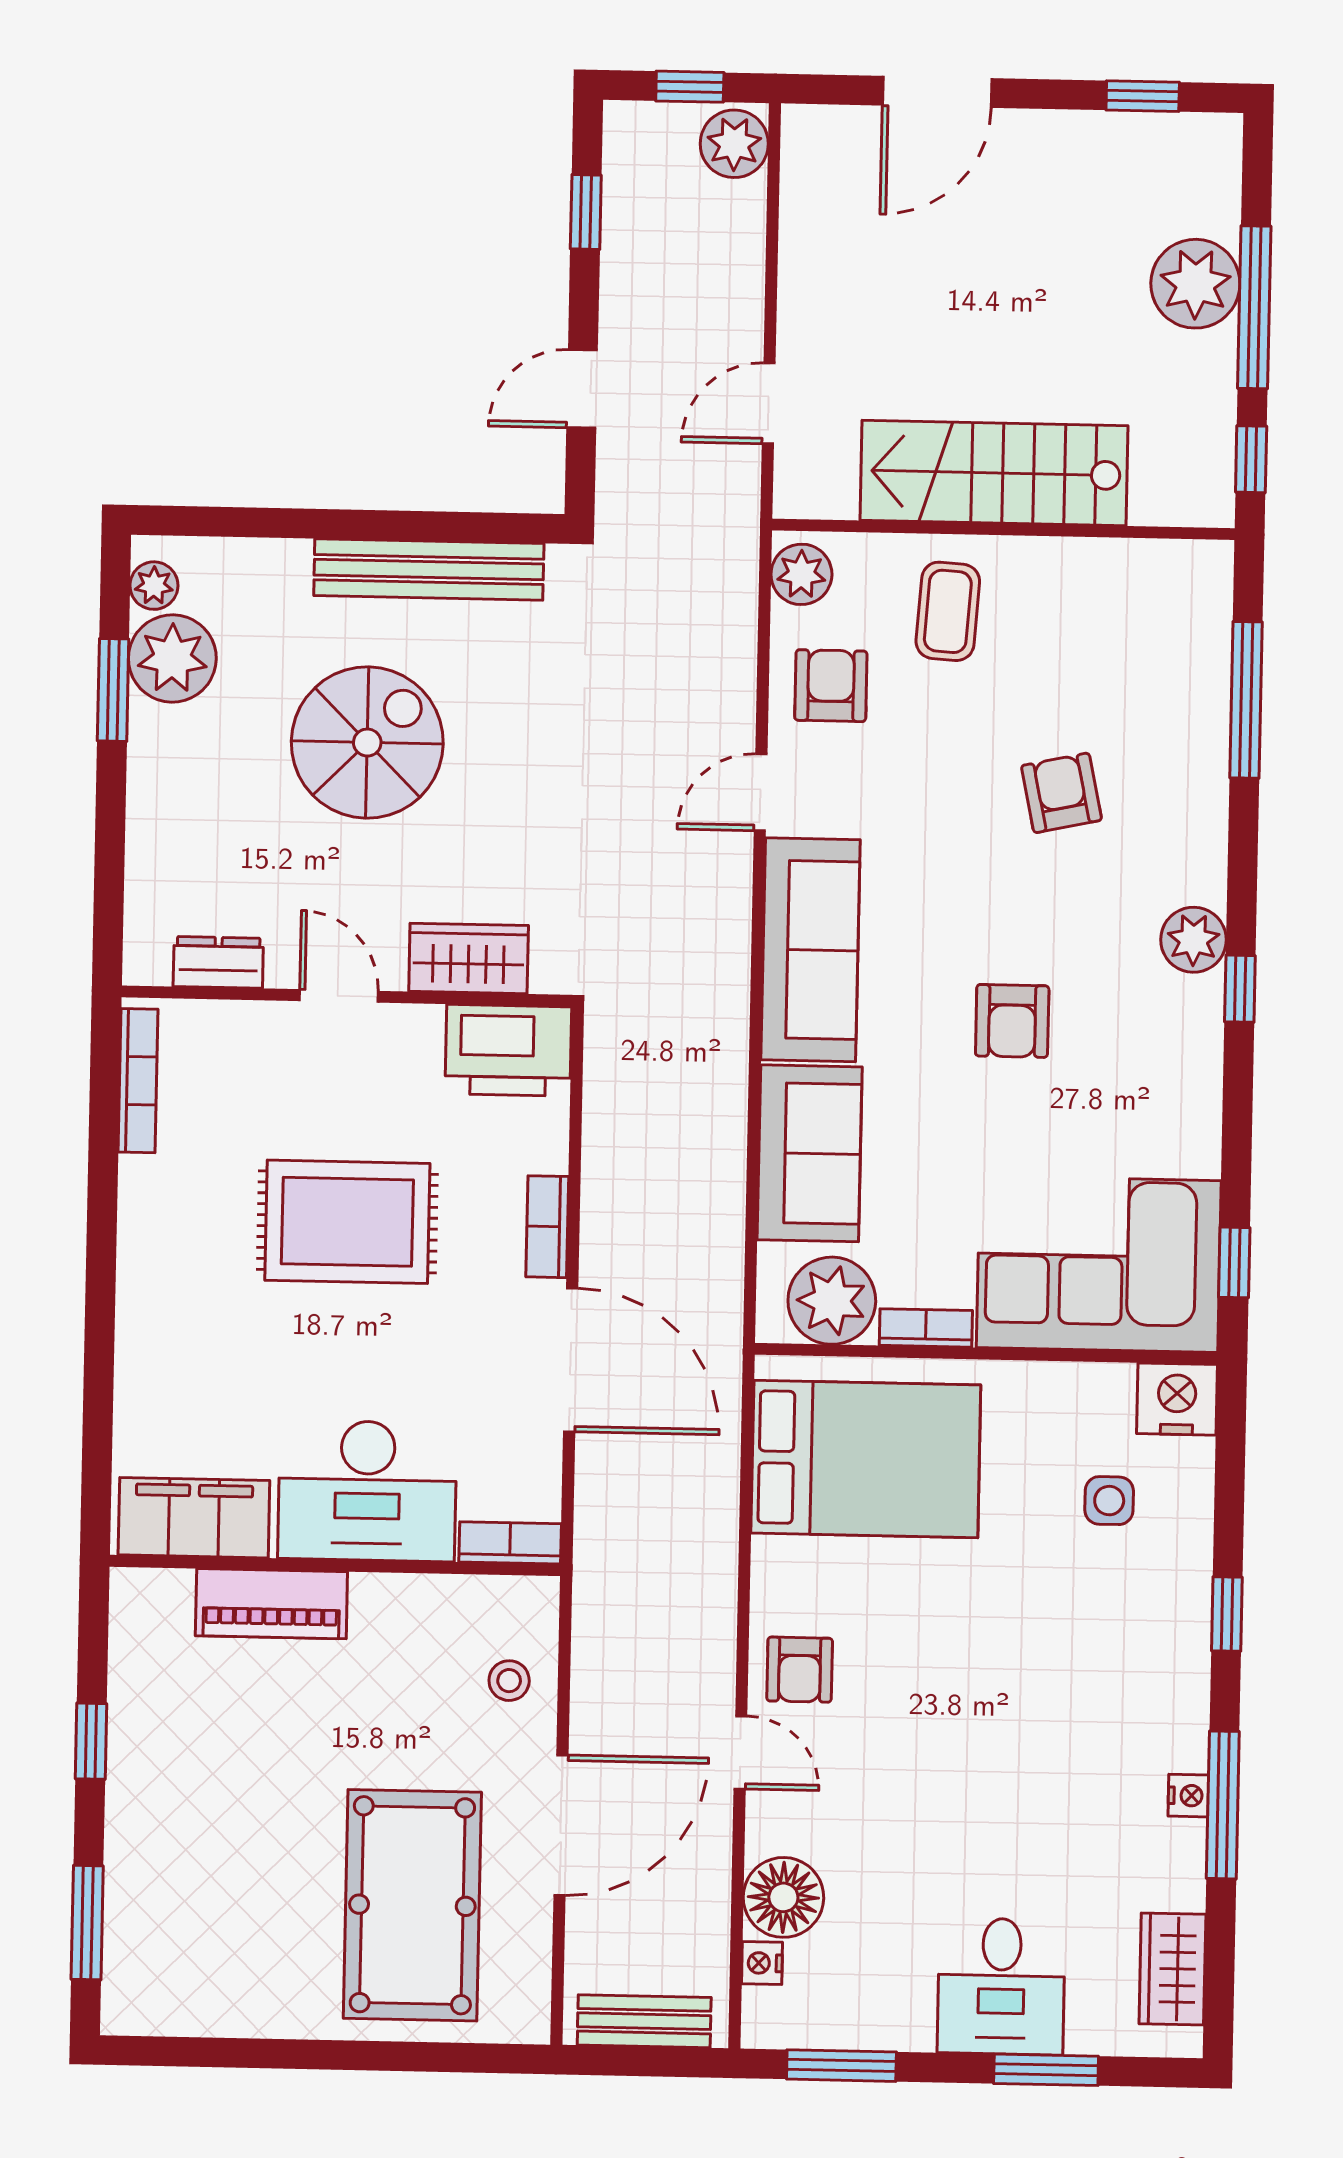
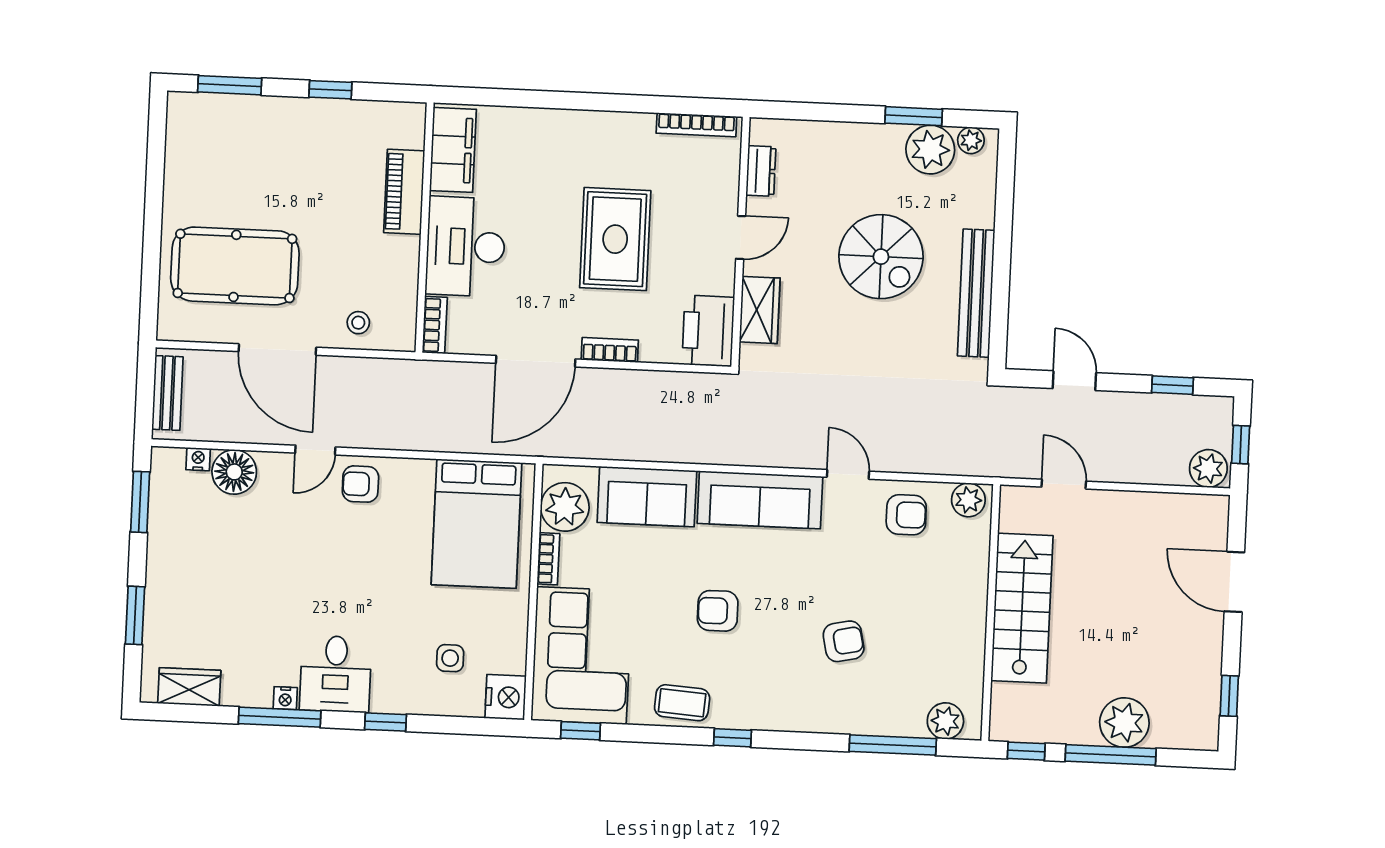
coffee table: (948, 611) -> (682, 703), moved
plant: (1193, 940) -> (945, 721), moved
desk: (1001, 1986) -> (336, 674), moved, turned -90

